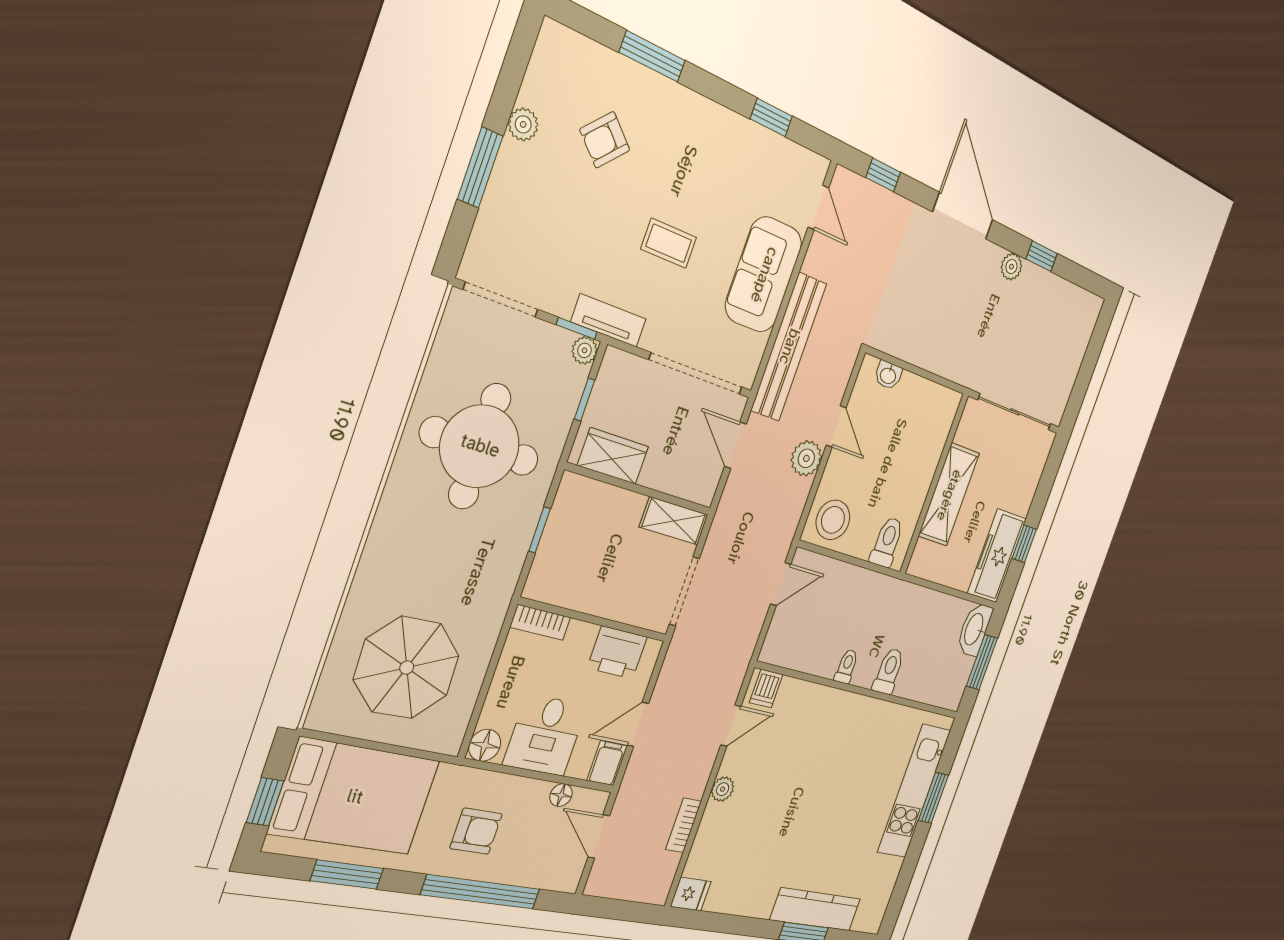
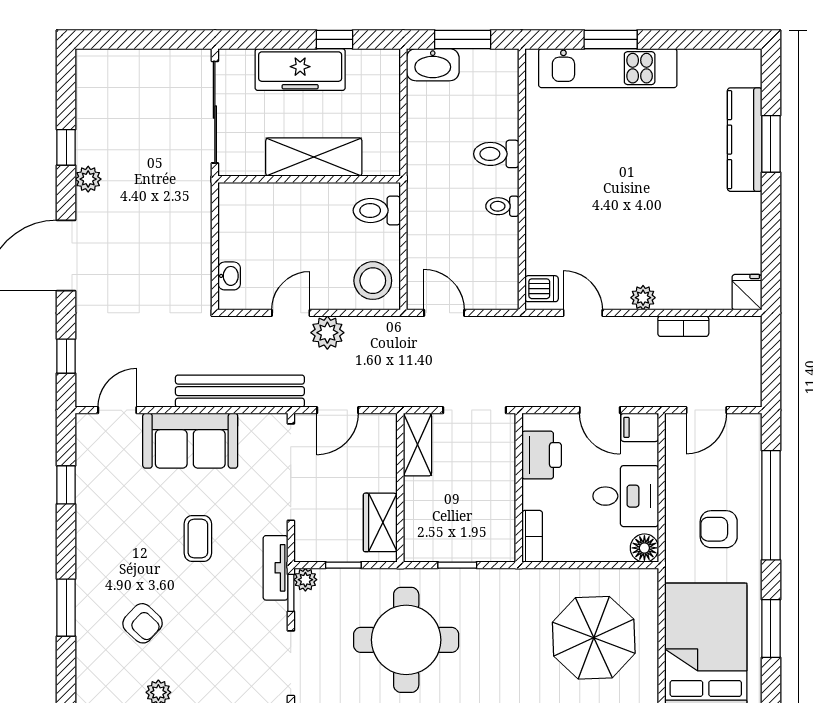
freezer: (997, 556) -> (300, 70), moved
floor lamp: (561, 795) -> (675, 461), removed
armchair: (476, 831) -> (719, 529), turned -90

